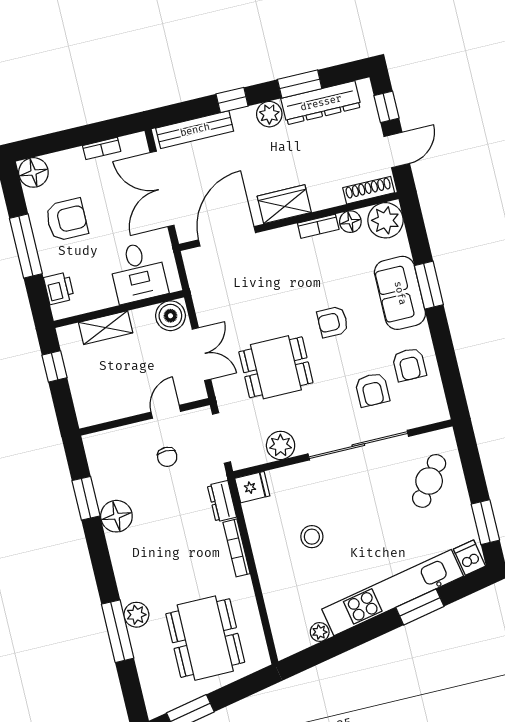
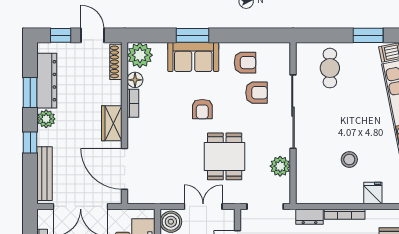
cafe table: (429, 481) -> (330, 68), turned 54
fridge: (252, 487) -> (373, 193), moved

